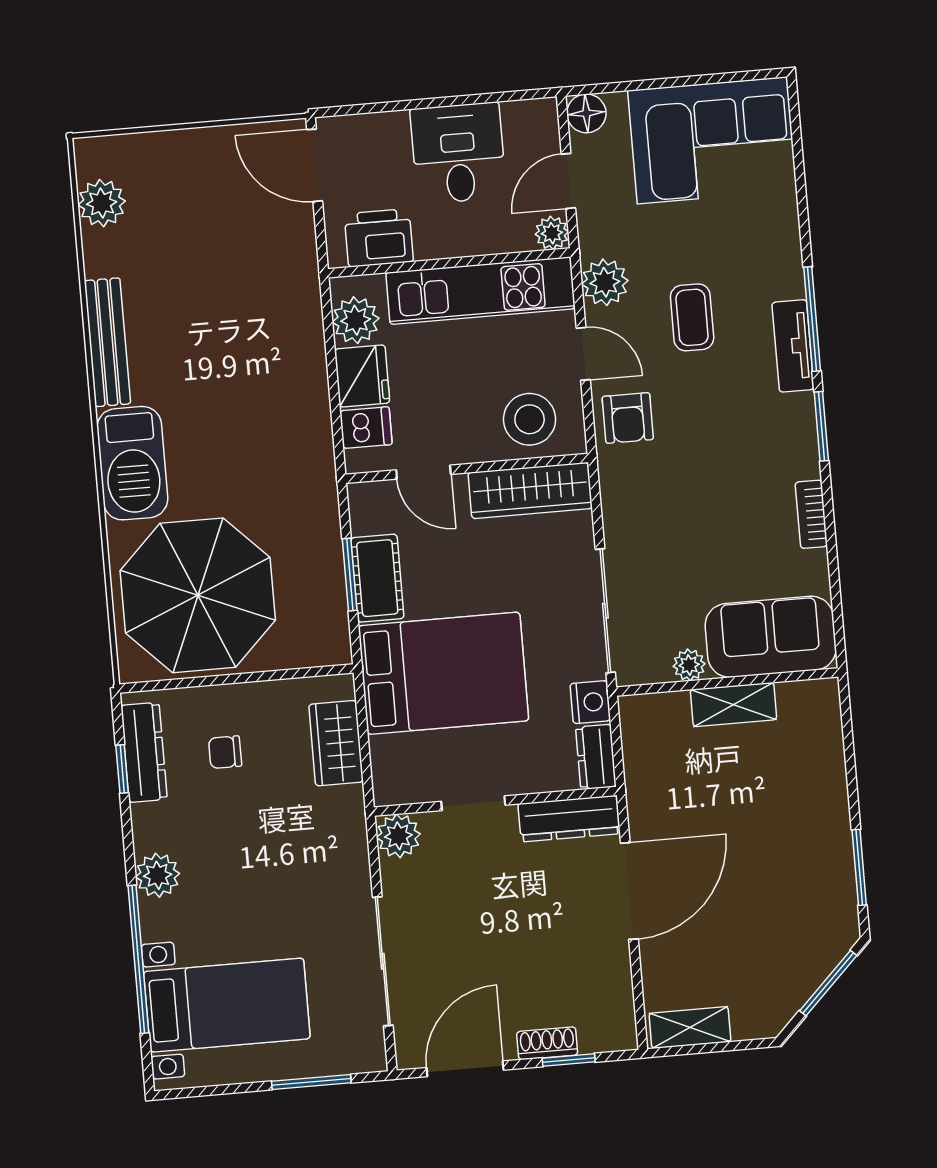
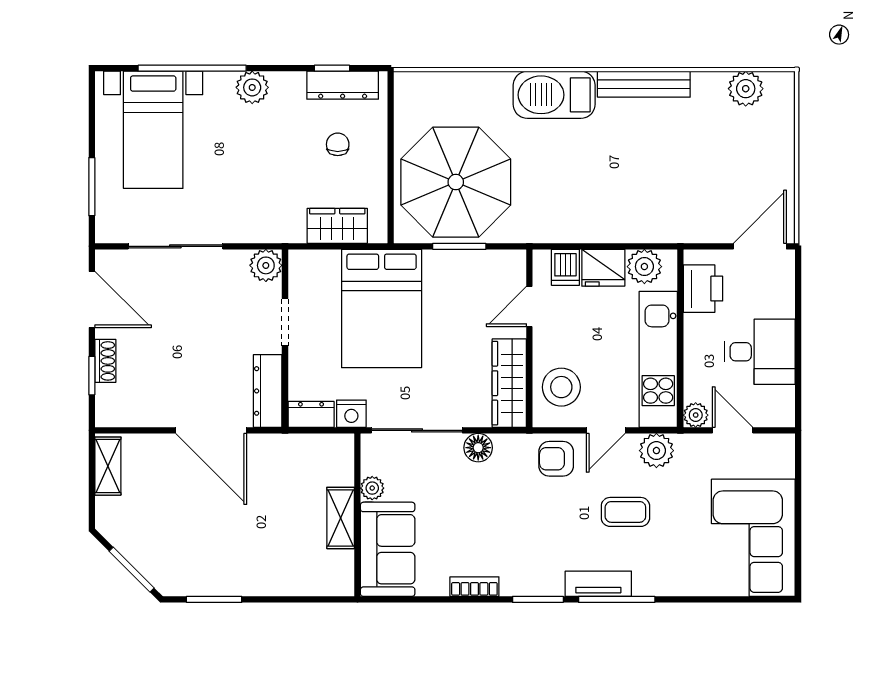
floor lamp: (586, 113) -> (478, 448), moved
cot: (377, 578) -> (455, 266), removed
parasol: (198, 595) -> (456, 182), moved

